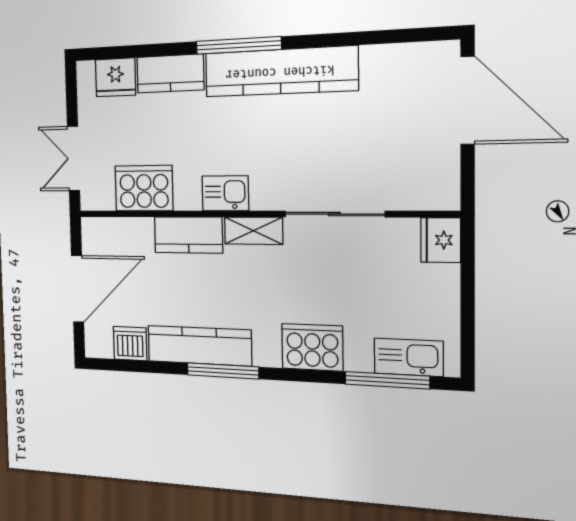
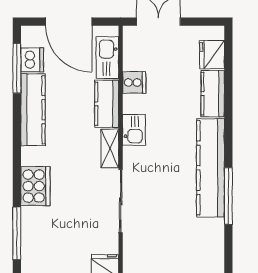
window: (238, 45) -> (228, 196), moved
cooker: (144, 188) -> (134, 83), width x0.53, depth x0.76
kitchen sink: (409, 357) -> (107, 58), moved, turned 180
window: (223, 371) -> (17, 68), moved

